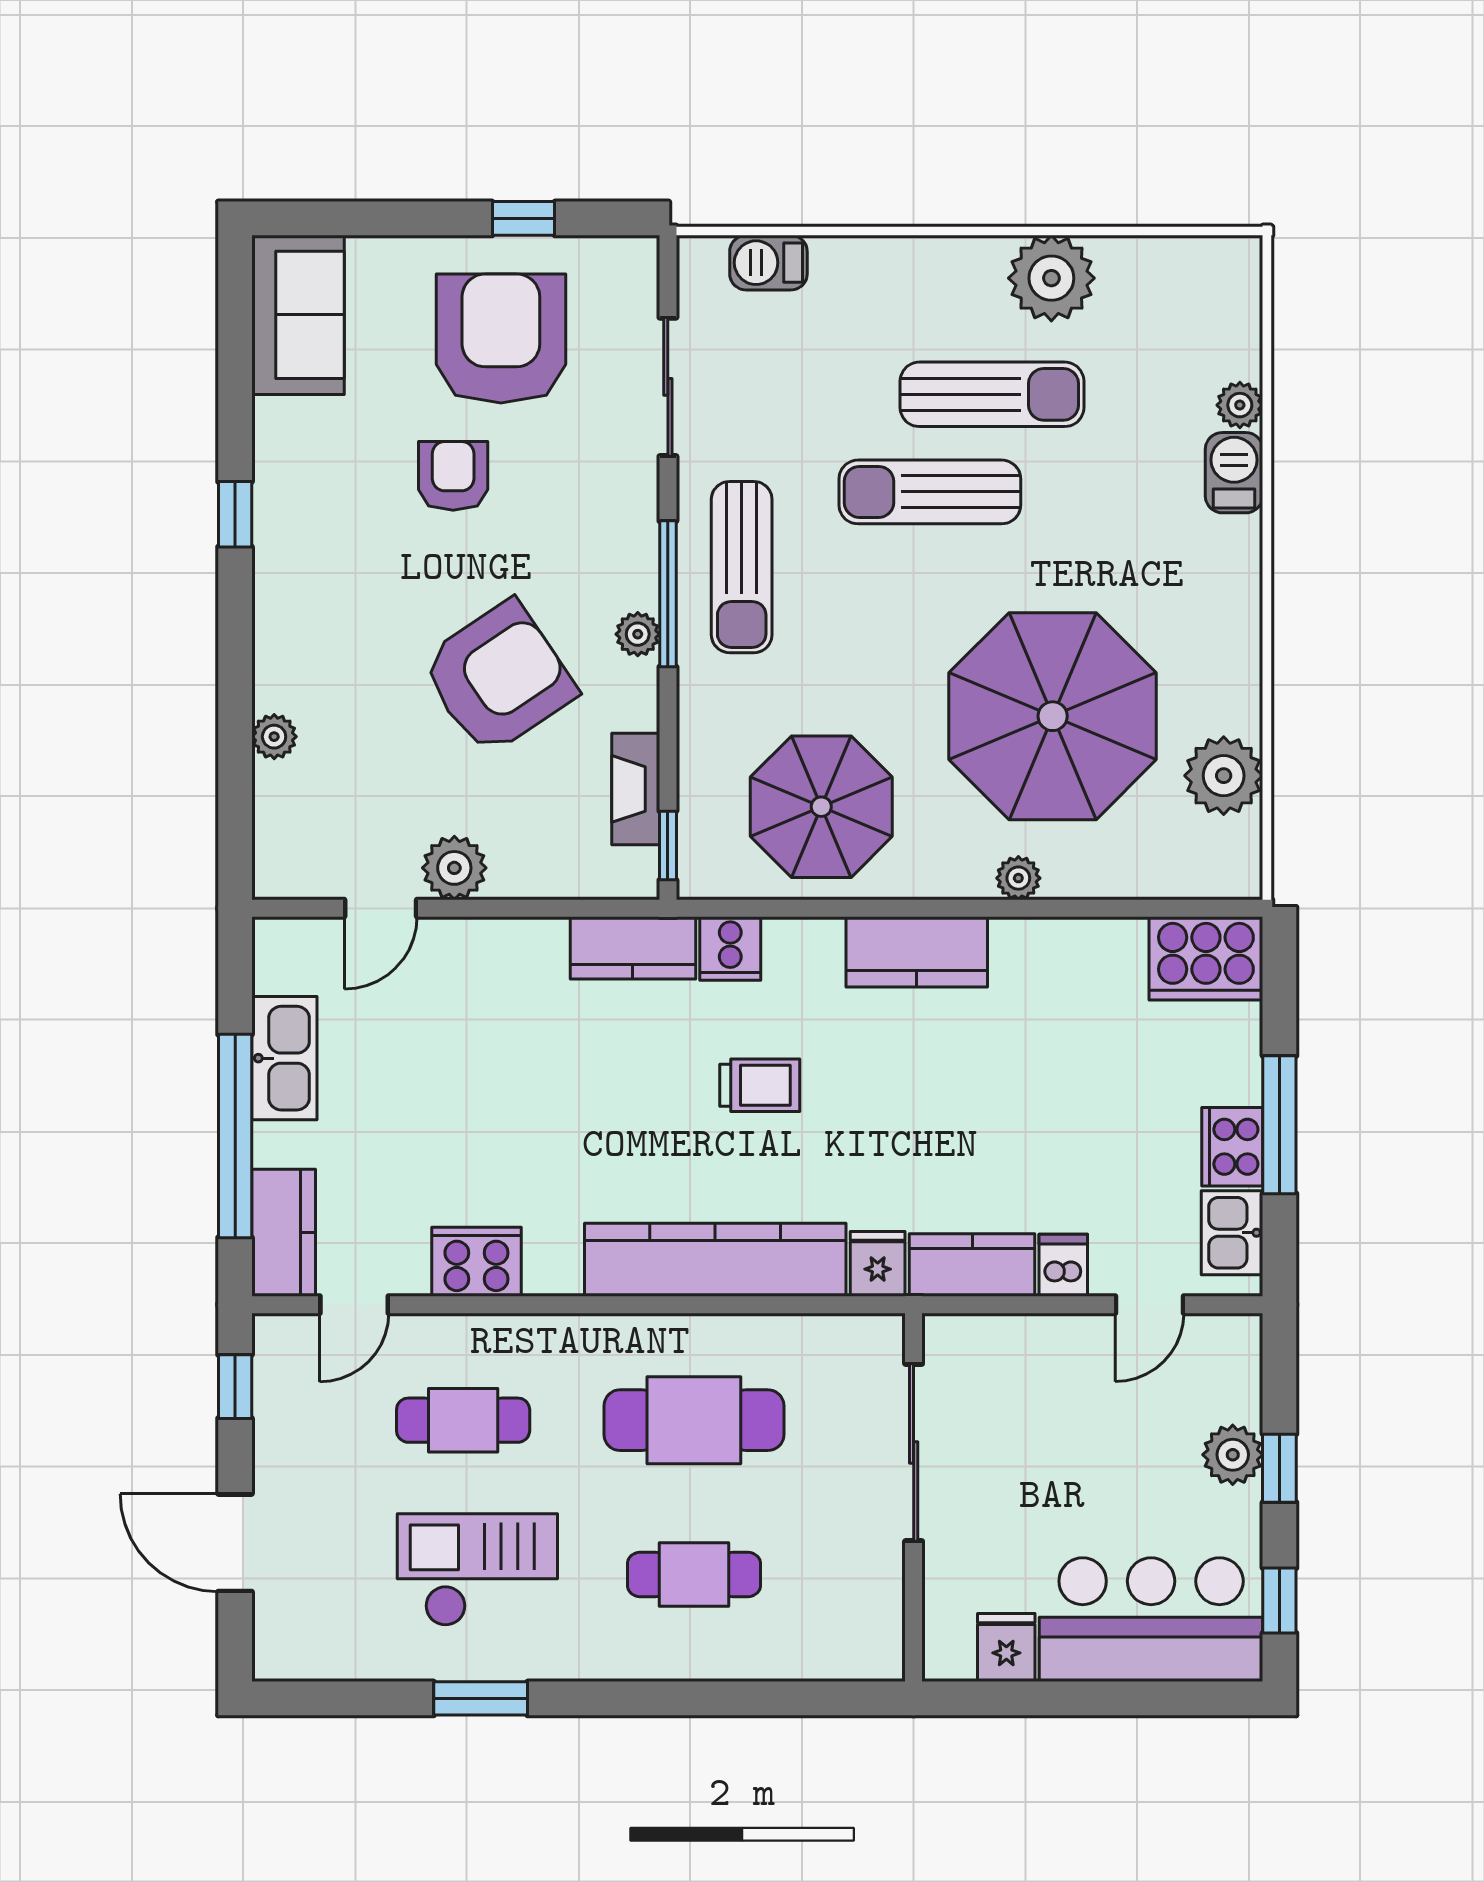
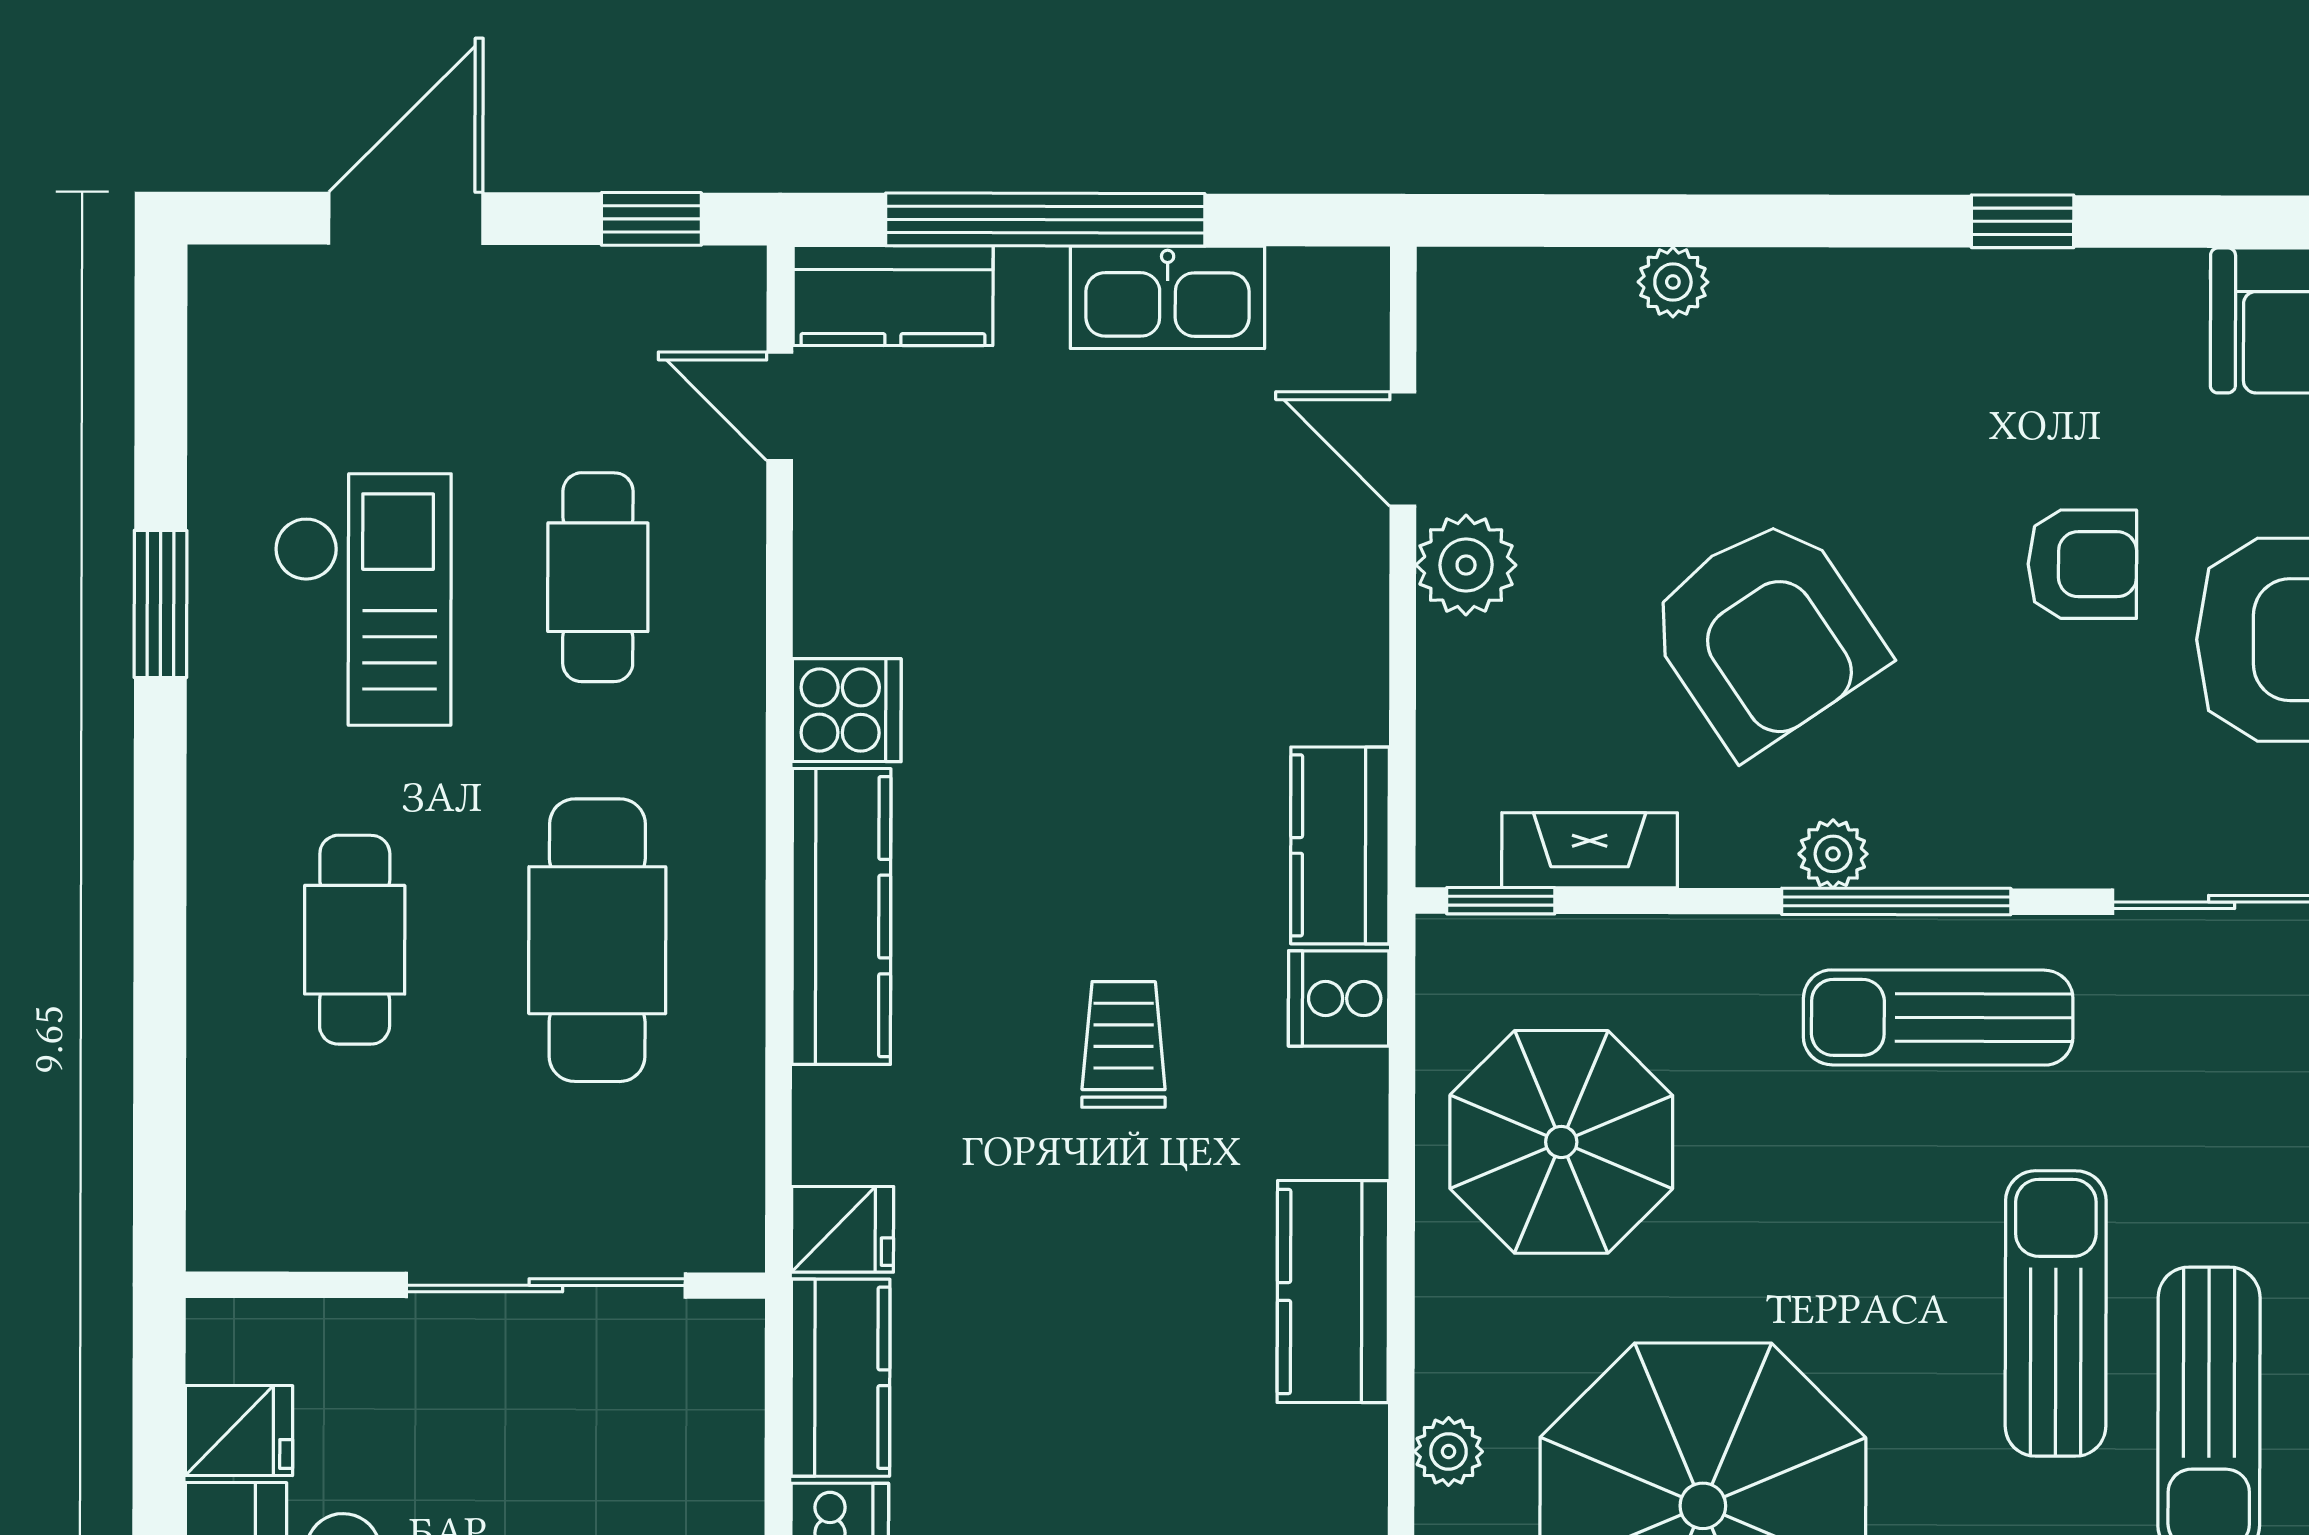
trolley: (760, 1085) -> (1124, 1044), turned 180
kitchen counter: (715, 1260) -> (841, 916), width x0.72, depth x0.86
cooker: (476, 1262) -> (847, 710), moved, width x0.73

